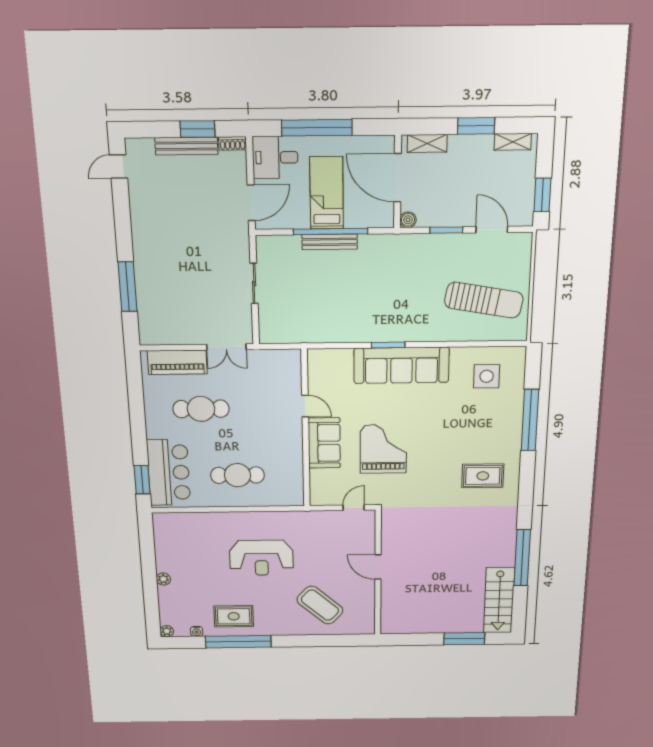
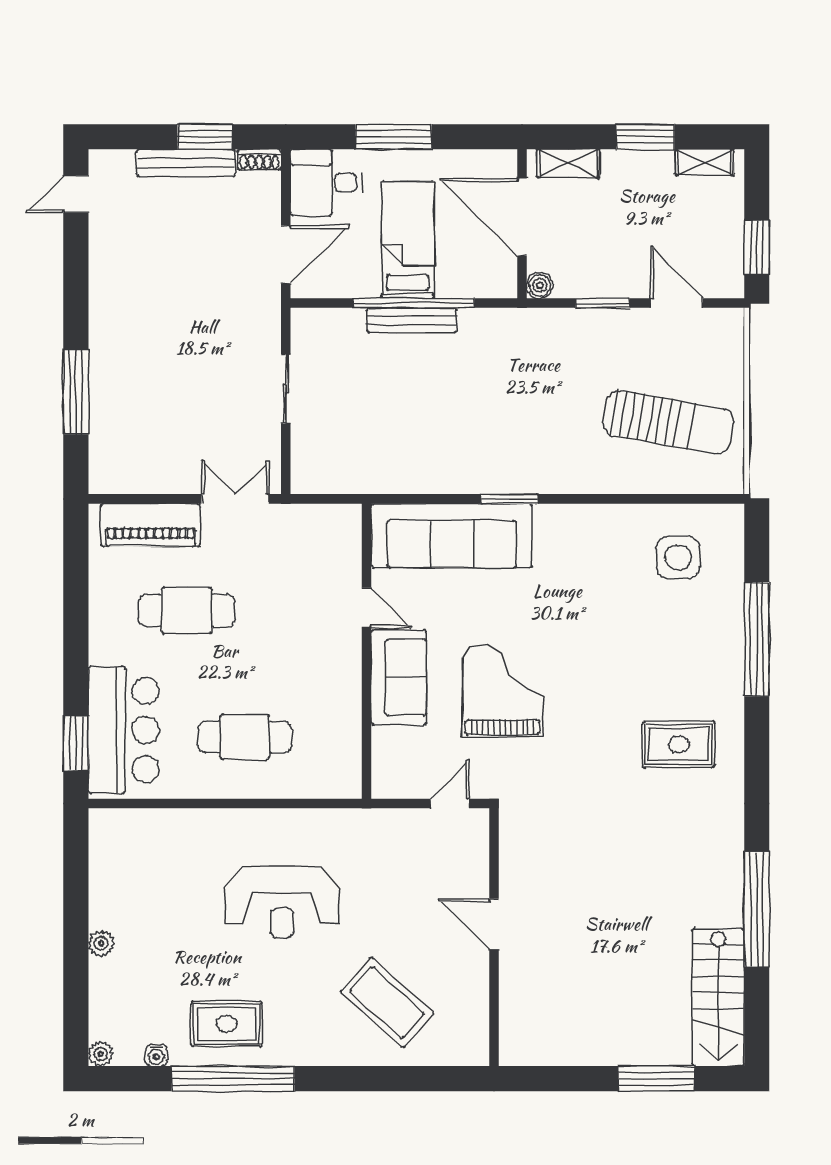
window: (317, 128) -> (393, 137), width x0.68
double door: (226, 347) -> (235, 499), swing flipped
sofa: (401, 365) -> (452, 536), moved

